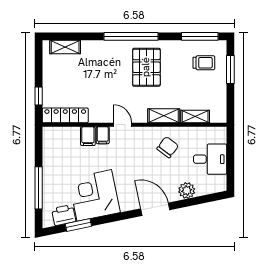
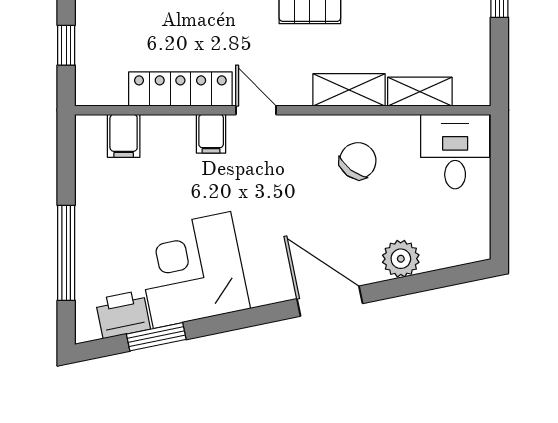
locker: (65, 115) -> (180, 89), moved
filing cabinet: (88, 136) -> (124, 136), moved
desk: (210, 159) -> (455, 152), moved, turned -90

